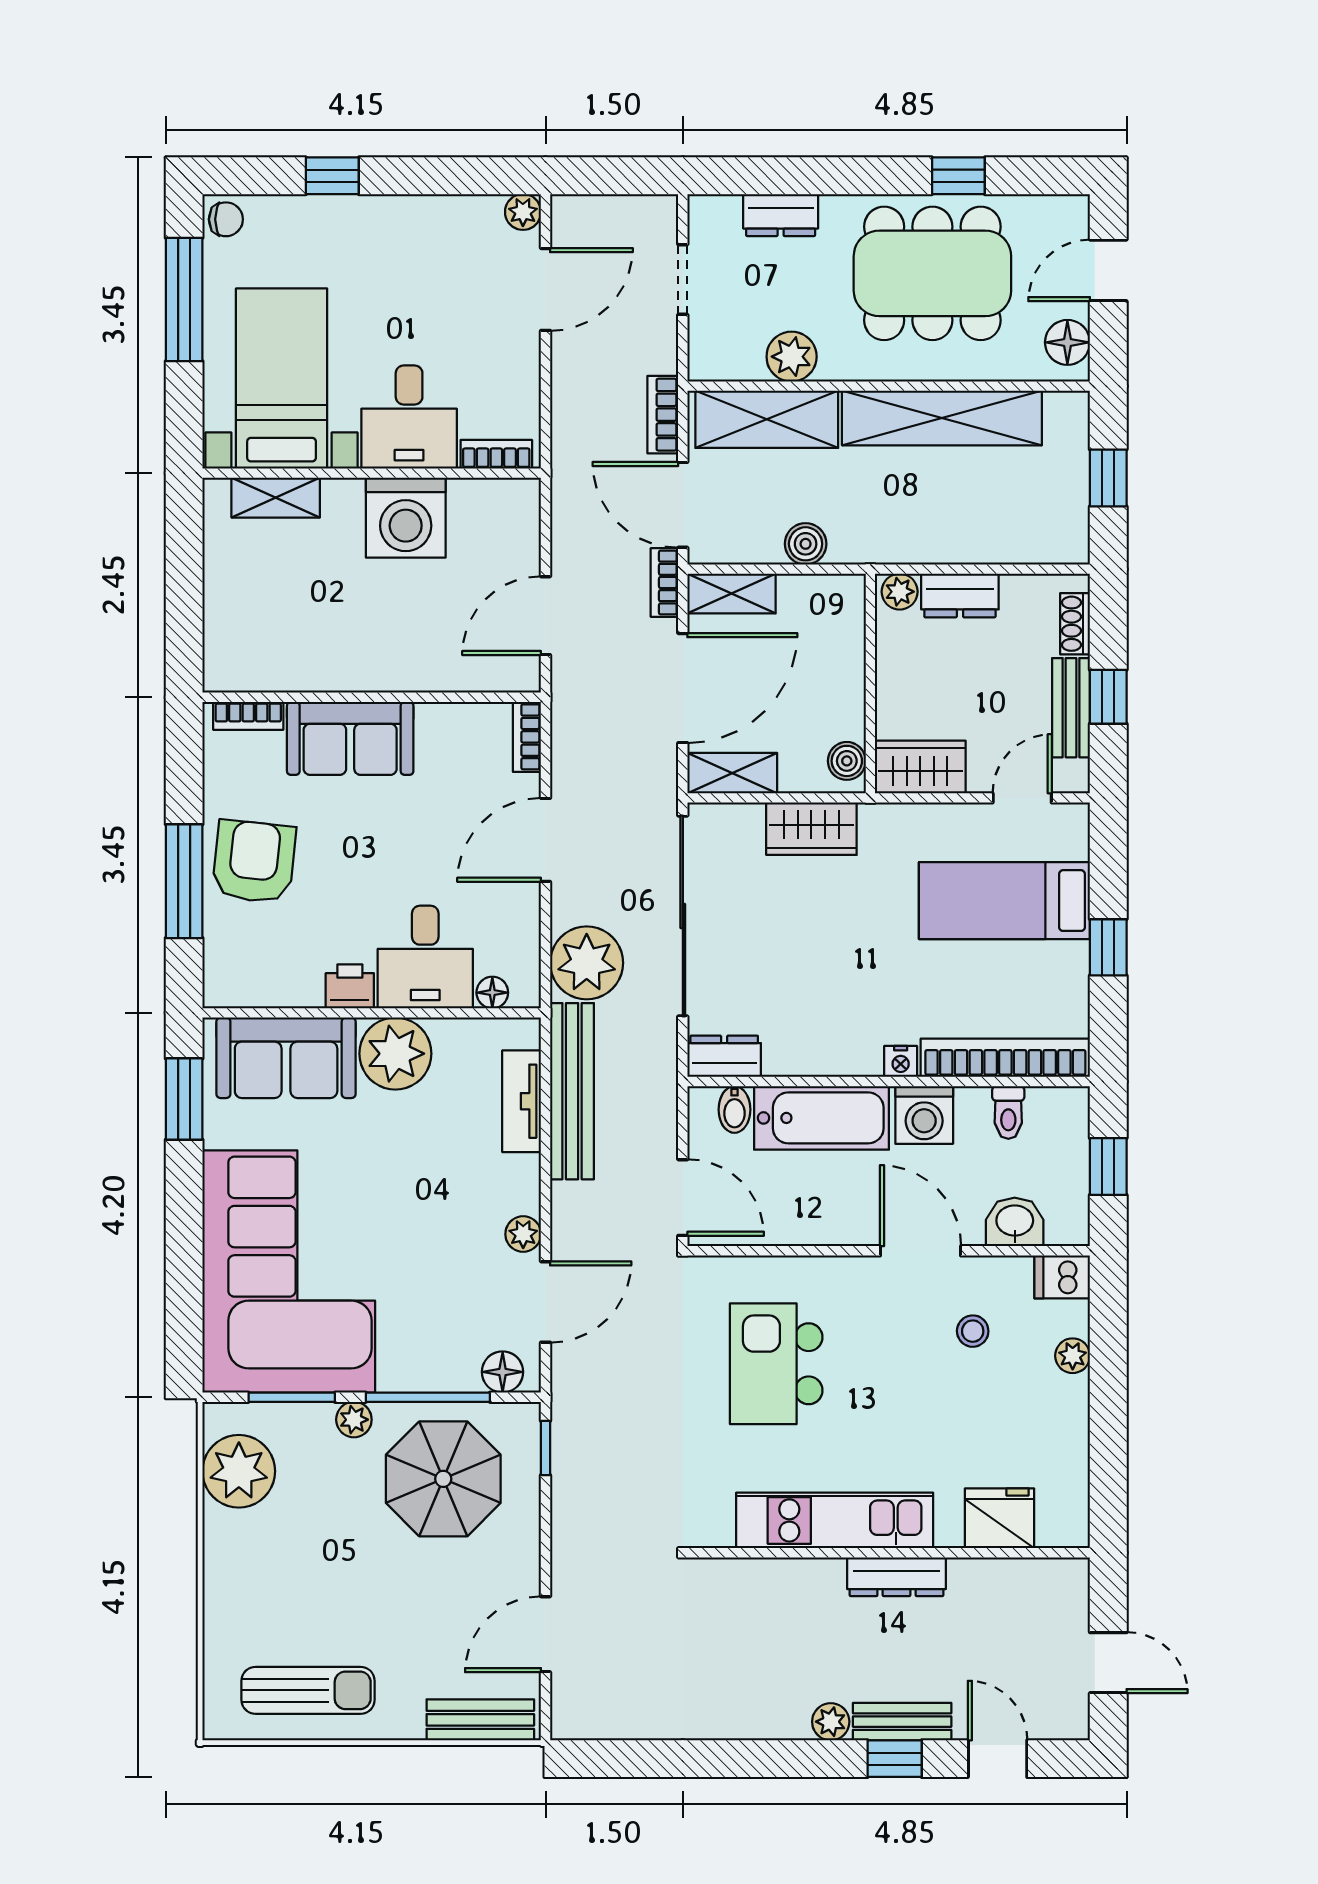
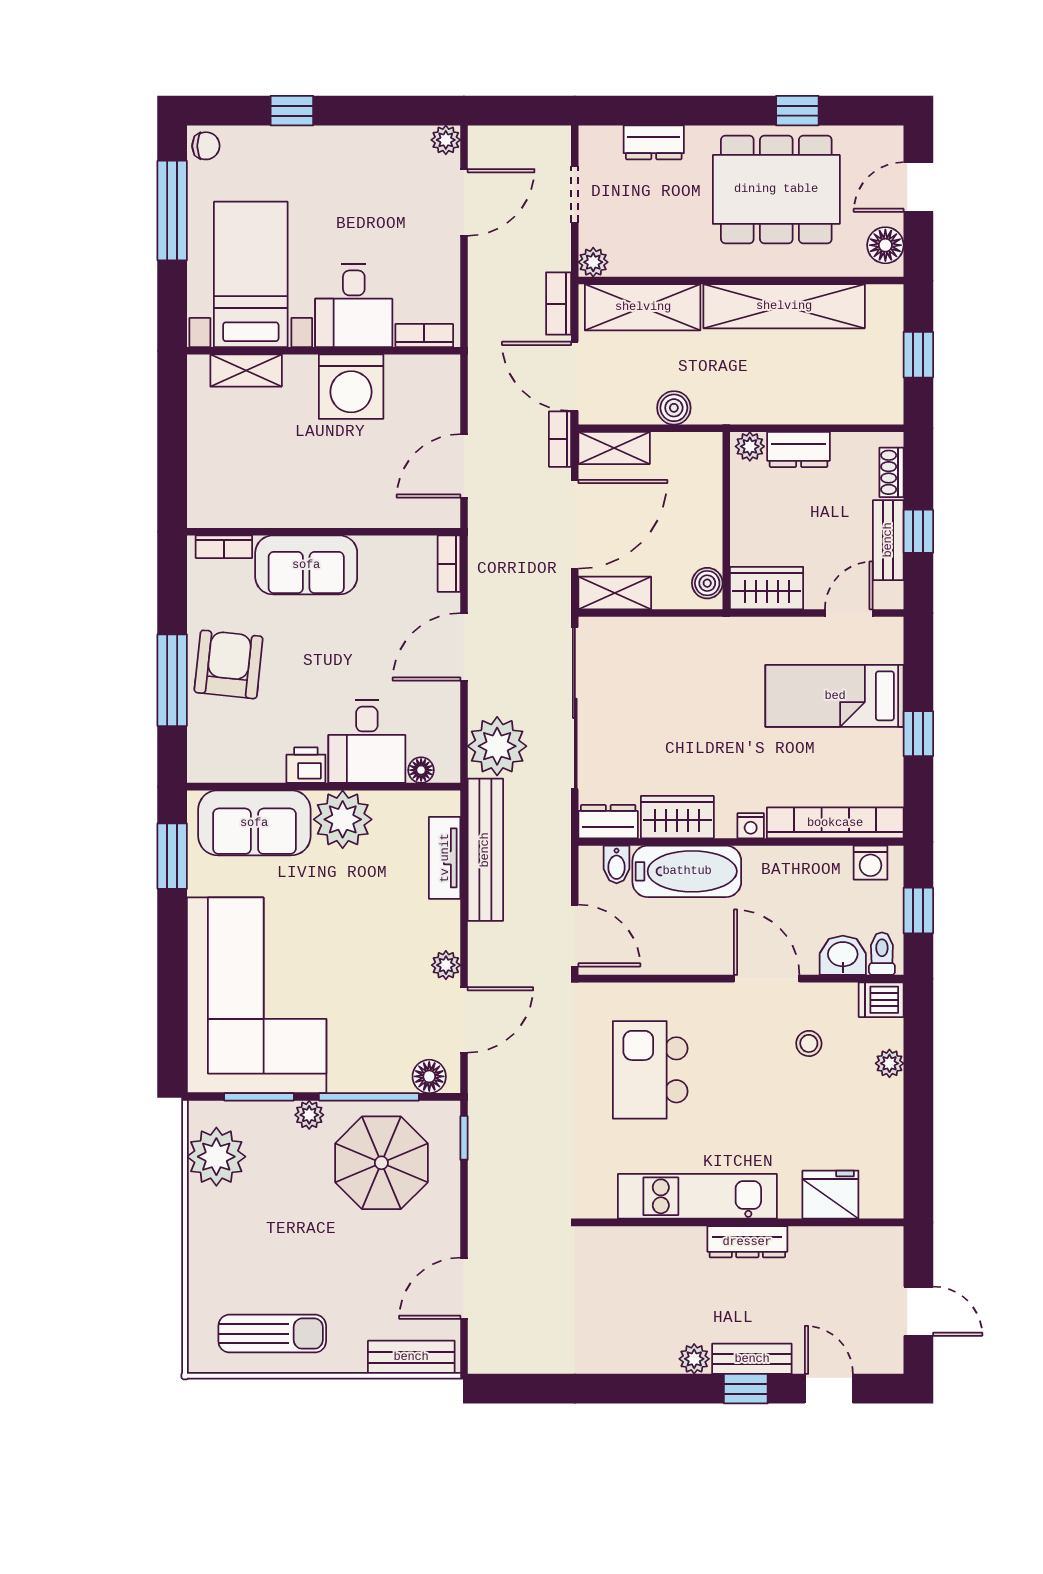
plant: (792, 357) -> (593, 262), moved, width x0.73, depth x0.73
wardrobe: (811, 829) -> (677, 817), moved, turned 180
toilet: (1008, 1112) -> (882, 954), moved, turned 180
washing machine: (924, 1115) -> (871, 863), moved, width x0.73, depth x0.73

